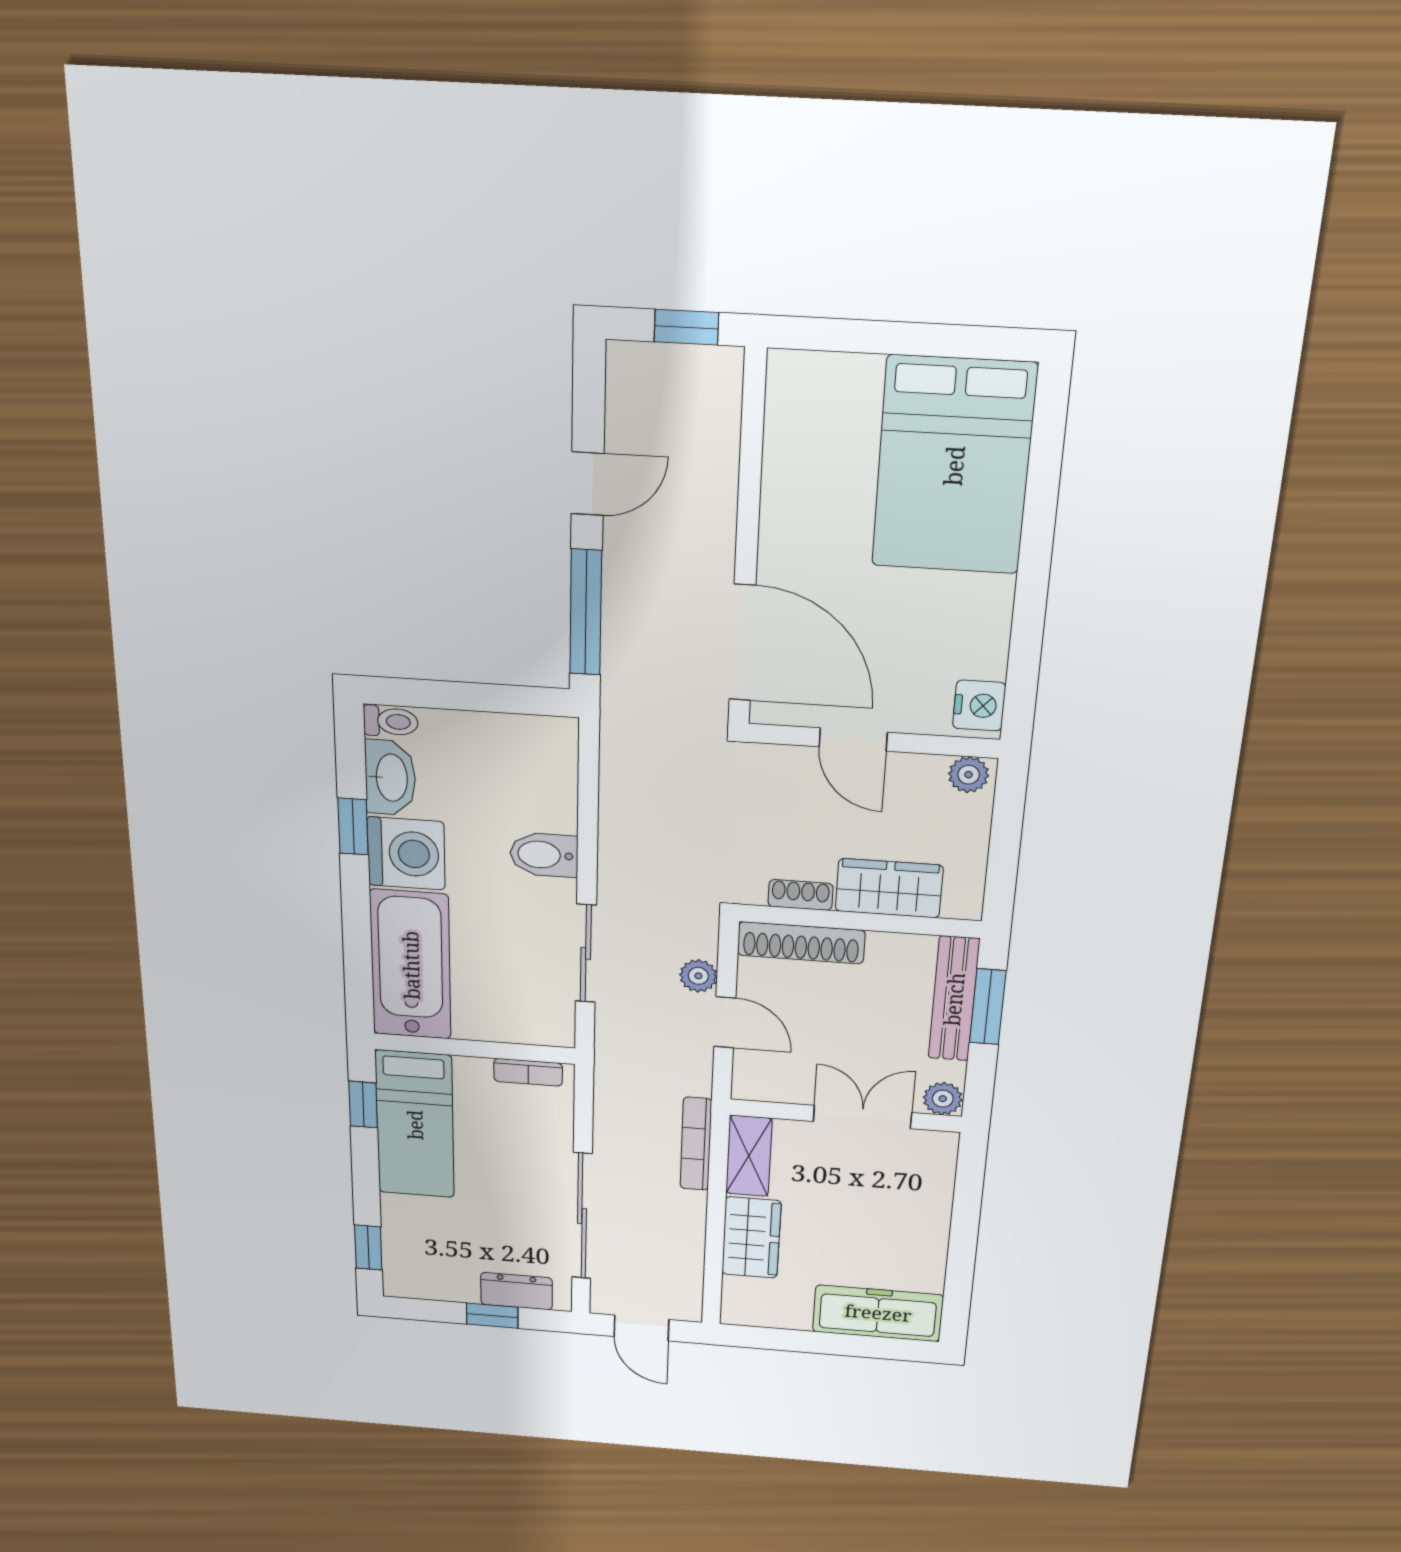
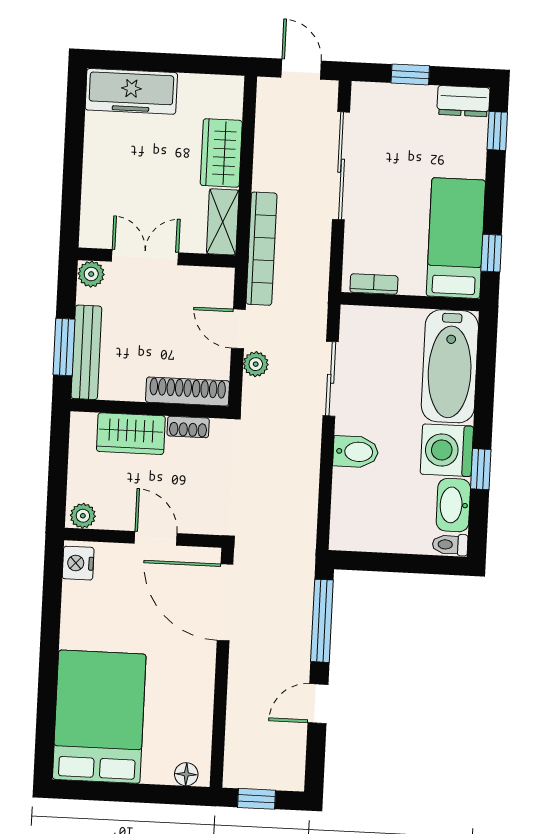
floor lamp: (807, 369) -> (186, 774), added
double door: (862, 1117) -> (145, 257), swing flipped
bookcase: (696, 1144) -> (261, 249), width x1.48, depth x1.31
dresser: (517, 1291) -> (463, 101), moved

